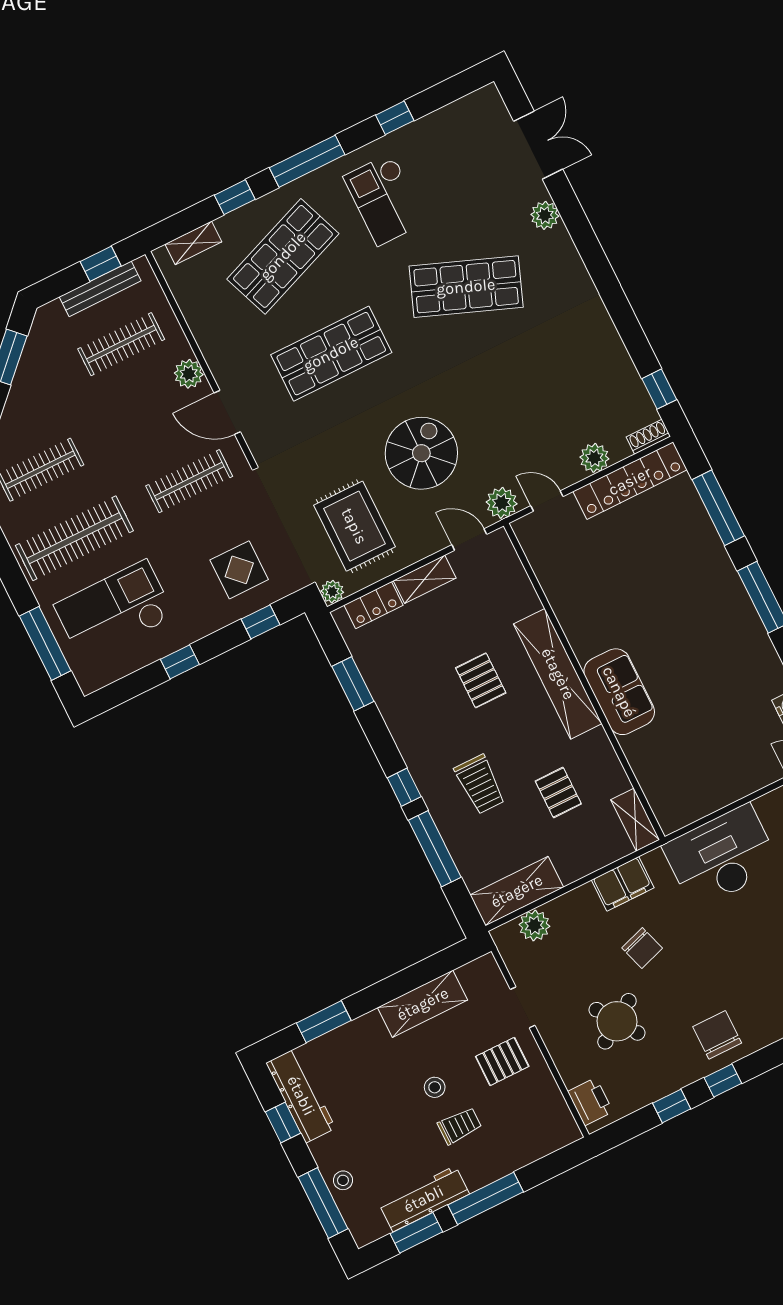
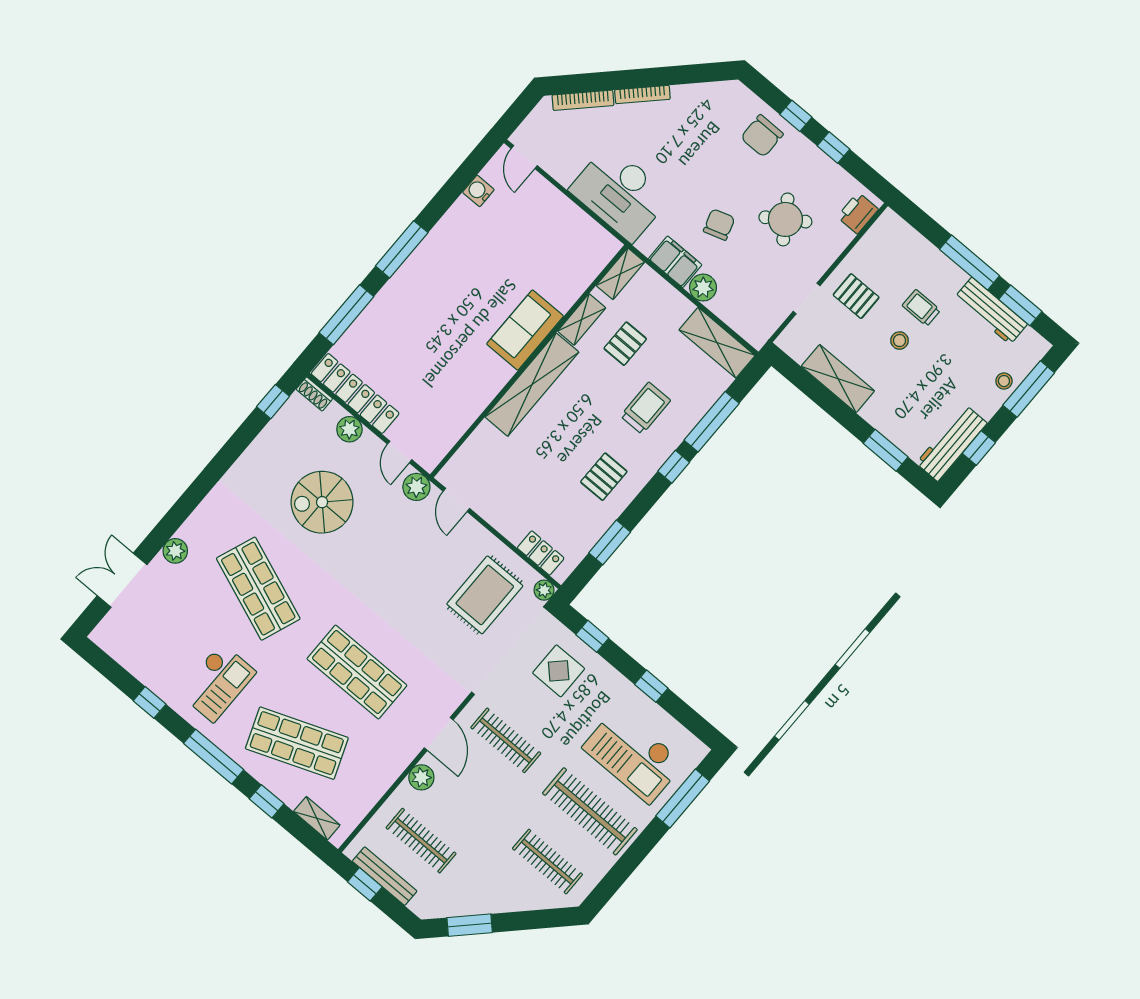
spiral stairs: (421, 453) -> (322, 502), moved
shelving: (425, 579) -> (582, 319), moved, turned 90
pallet: (481, 680) -> (604, 477), moved
plant: (534, 925) -> (703, 288), moved

